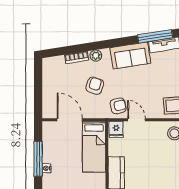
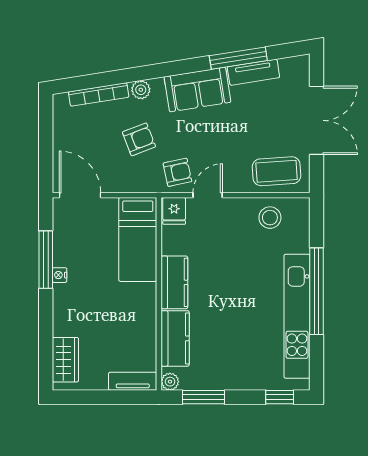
bookcase: (77, 57) -> (99, 94), width x1.56
armchair: (95, 86) -> (139, 139), turned 51
door: (70, 120) -> (80, 195), moved
door: (136, 120) -> (208, 195), hinge flipped

